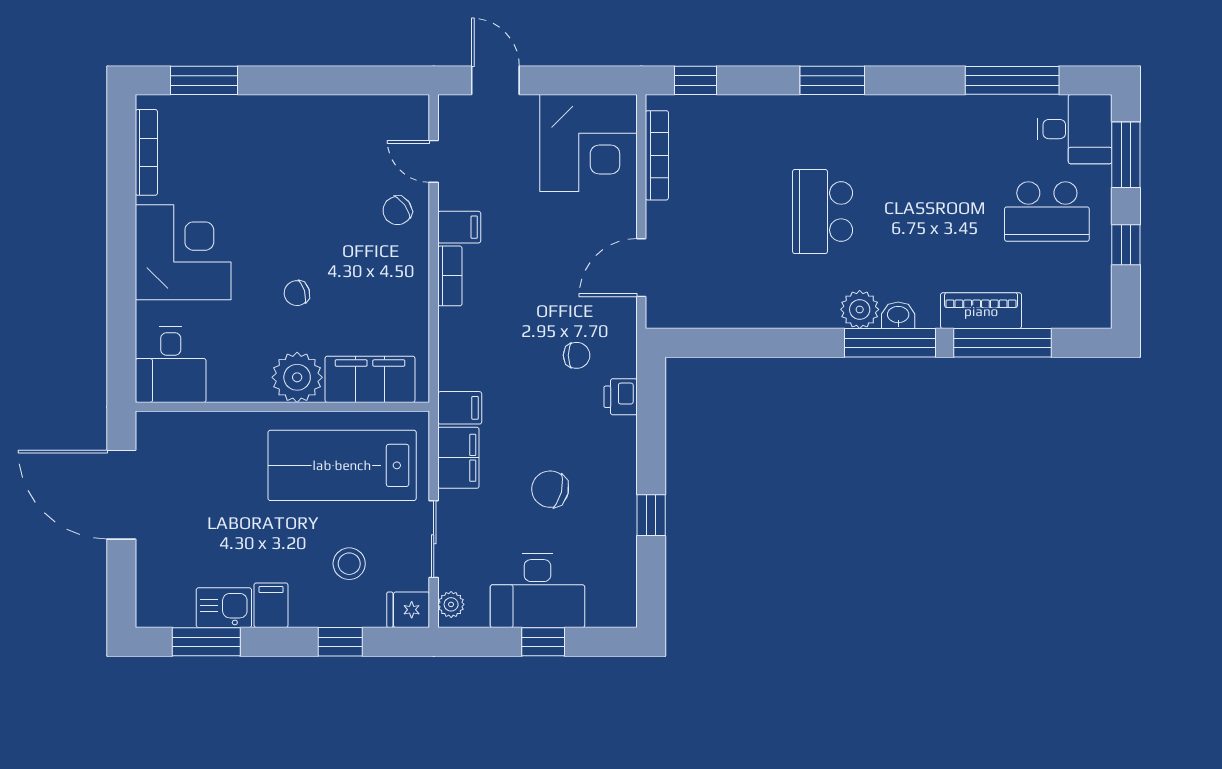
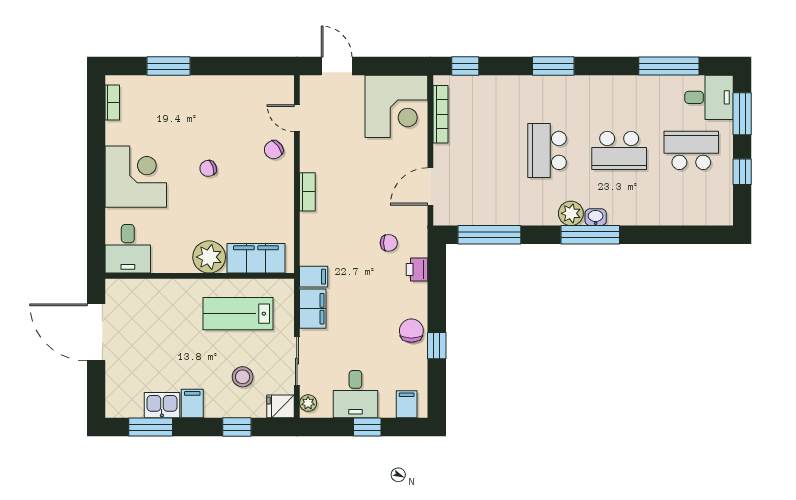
window: (204, 80) -> (168, 66), moved
bookcase: (146, 152) -> (112, 102), width x0.64
school desk: (935, 212) -> (619, 150), added
school desk: (1047, 212) -> (691, 150), turned 180
filing cabinet: (459, 227) -> (407, 404), moved, turned -90
chair: (297, 293) -> (208, 168), moved
piano: (981, 311) -> (649, 214), removed
window: (1002, 343) -> (489, 235), moved
lab bench: (342, 465) -> (238, 314), width x0.73, depth x0.72
chair: (550, 489) -> (411, 331), moved, turned 76
desk: (537, 591) -> (355, 394), width x0.73

